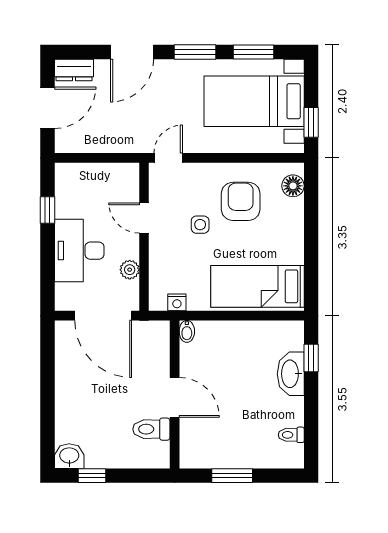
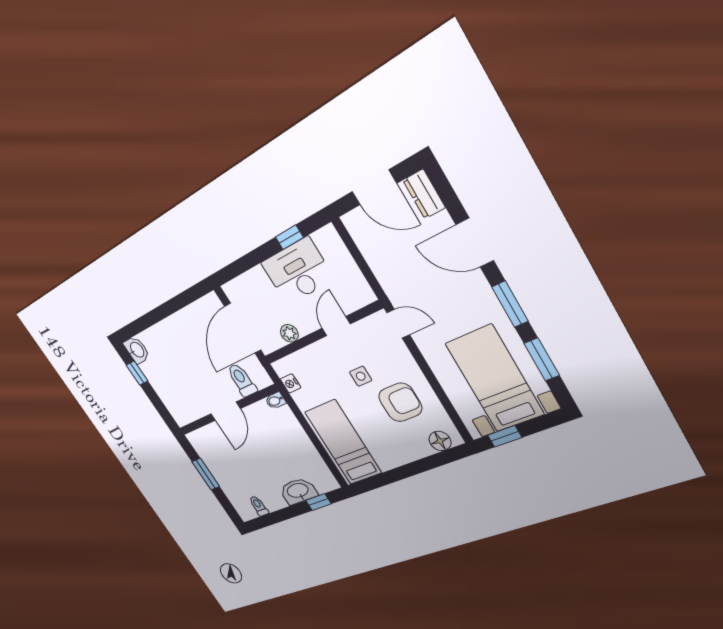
desk: (79, 251) -> (298, 271), moved
toilet: (151, 429) -> (242, 380), moved

